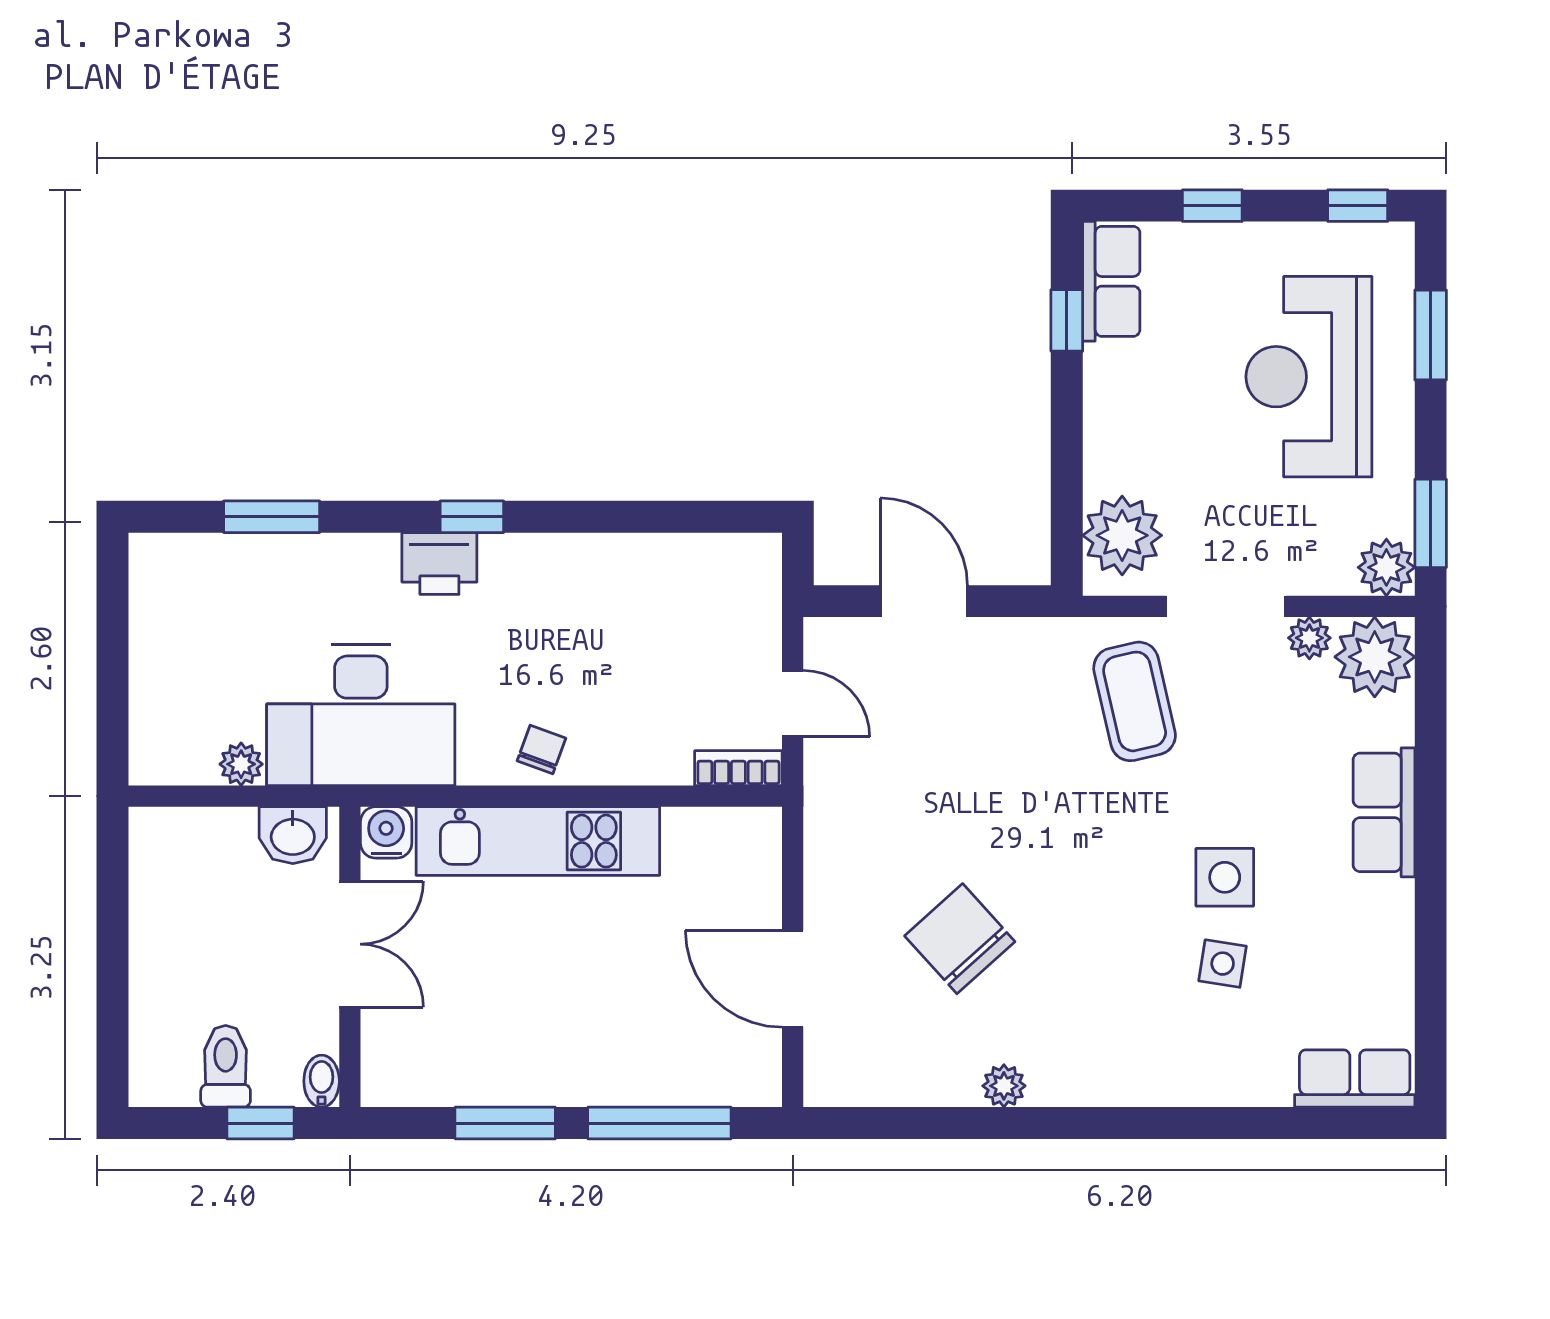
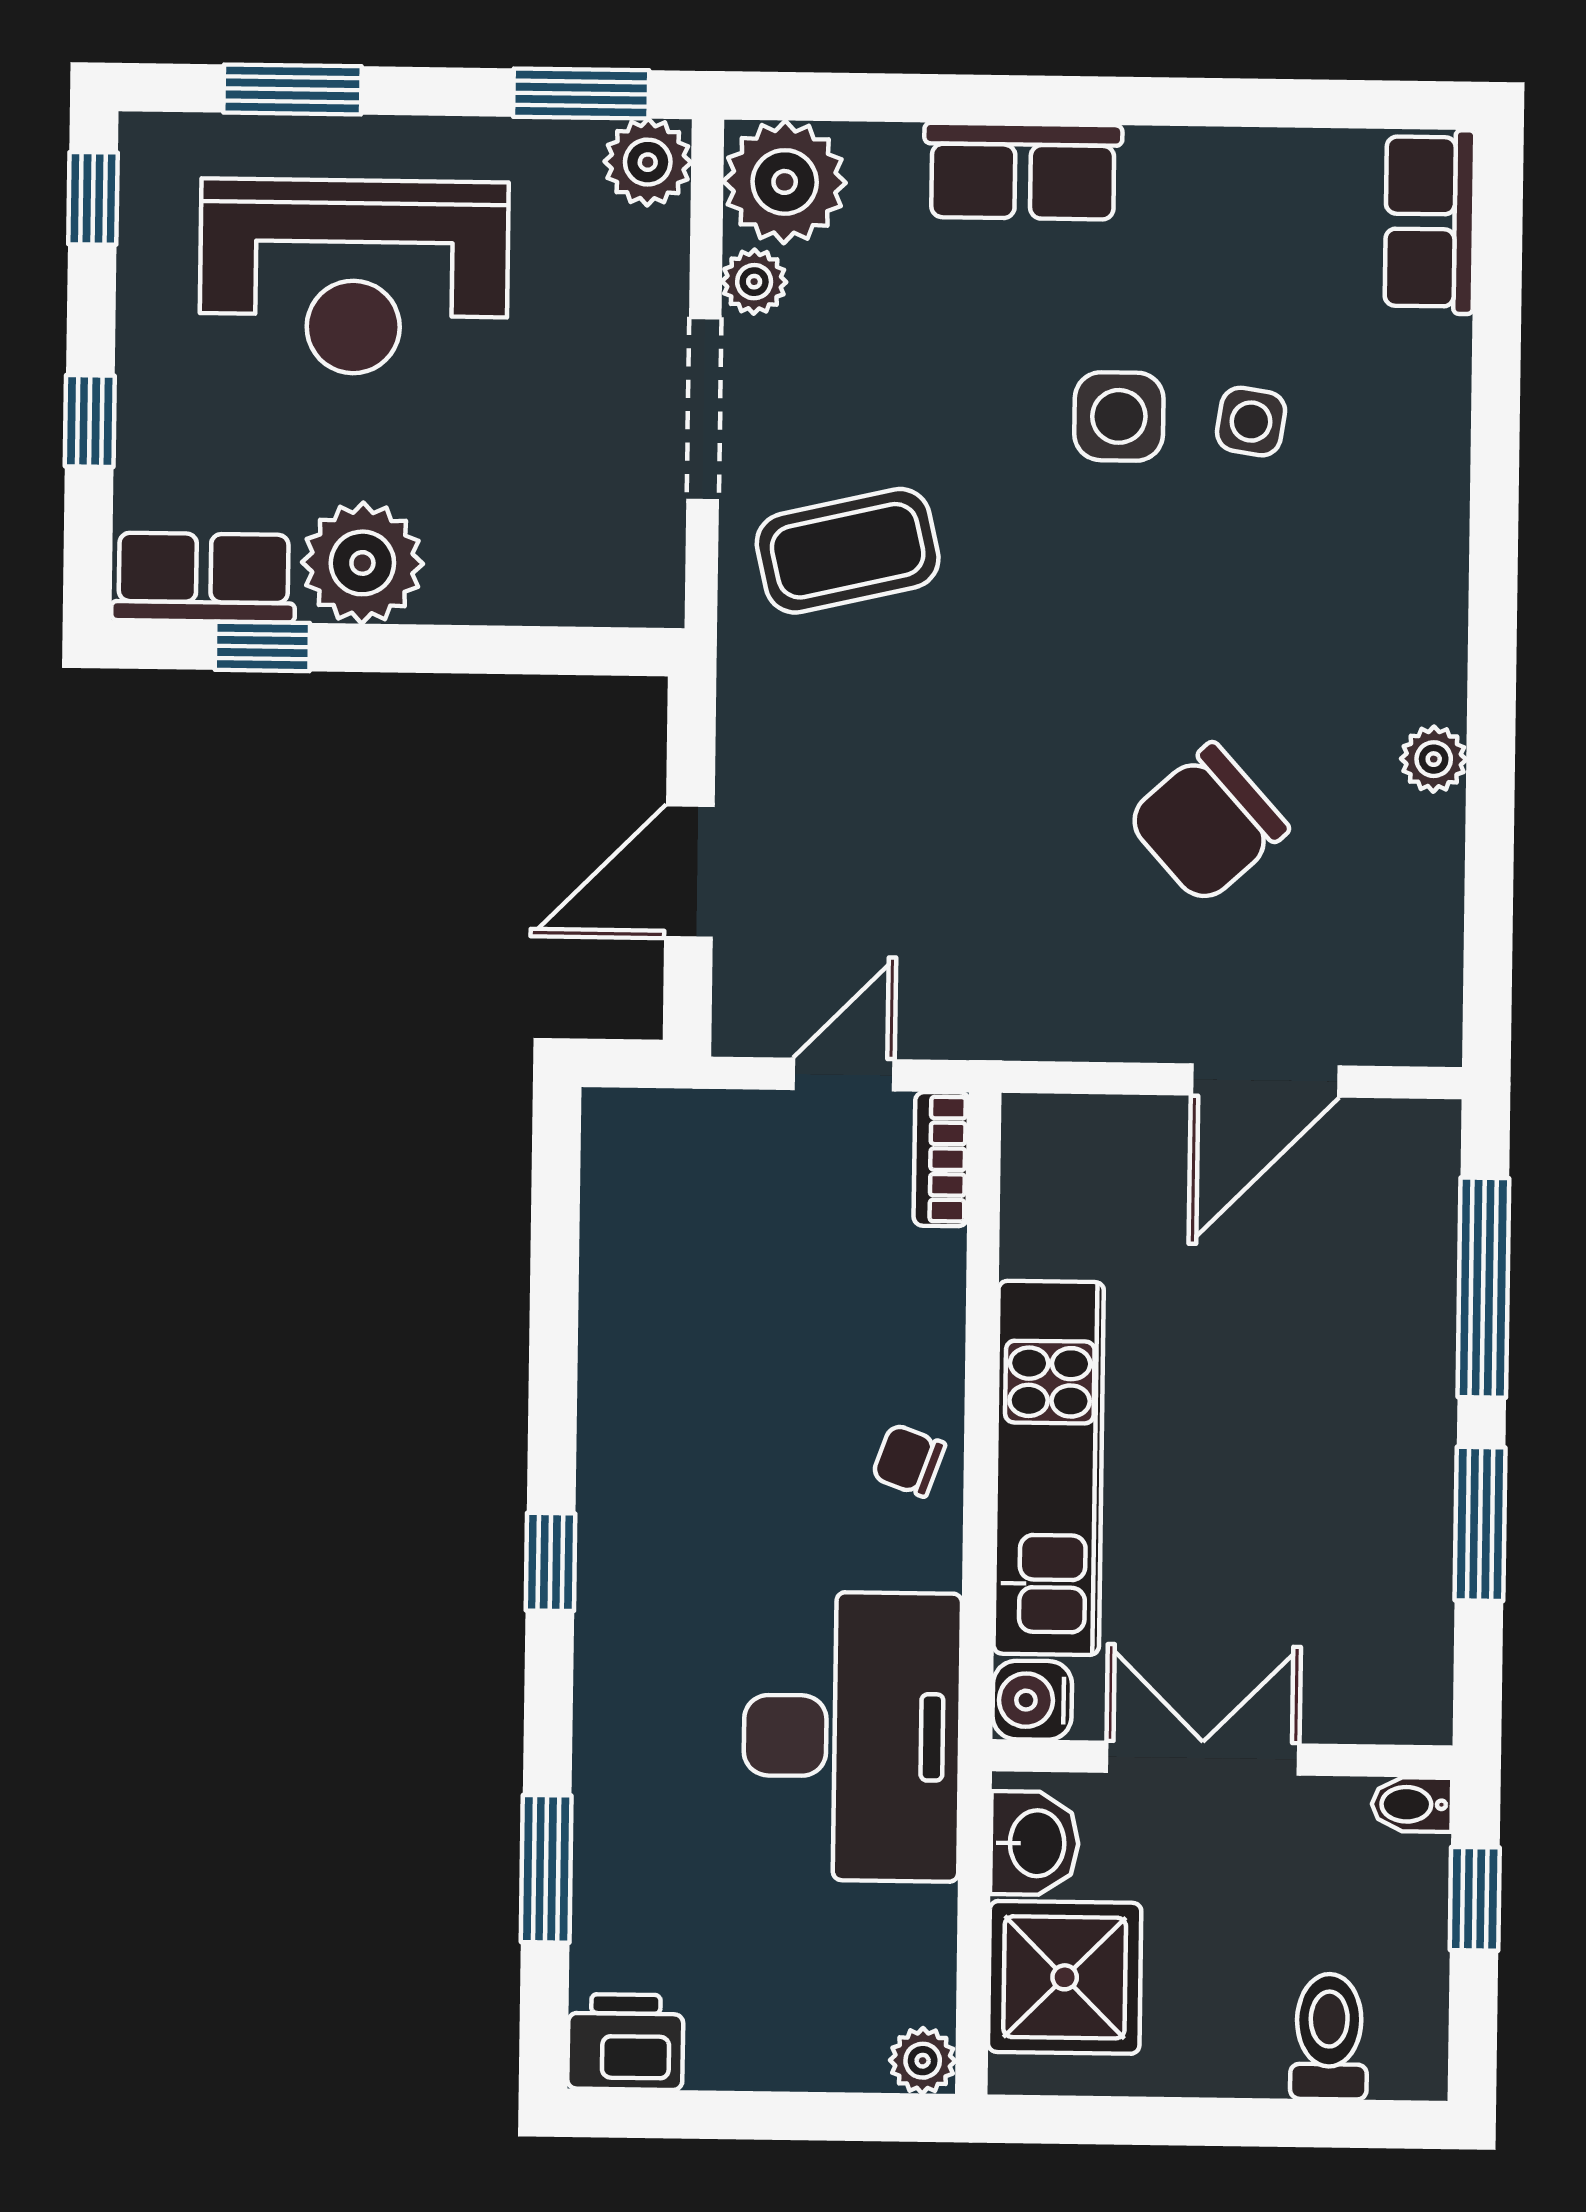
plant: (1122, 535) -> (362, 563), moved
printer: (439, 564) -> (625, 2042), moved, turned -90
plant: (241, 764) -> (923, 2061), moved
shower: (205, 856) -> (1065, 1977), added
toilet: (226, 1066) -> (1329, 2037), moved, turned 90

